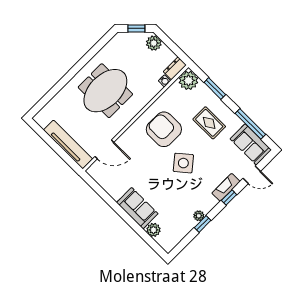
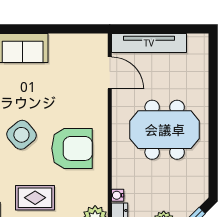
meeting table: (105, 91) -> (165, 130), turned 90
door: (104, 149) -> (110, 73), swing flipped

